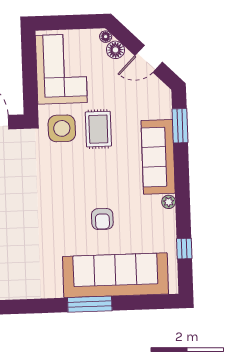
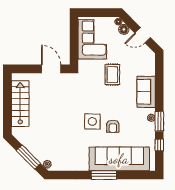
window: (180, 126) -> (159, 121), moved
side table: (62, 128) -> (92, 121), moved
sofa: (158, 157) -> (146, 92), width x0.73

